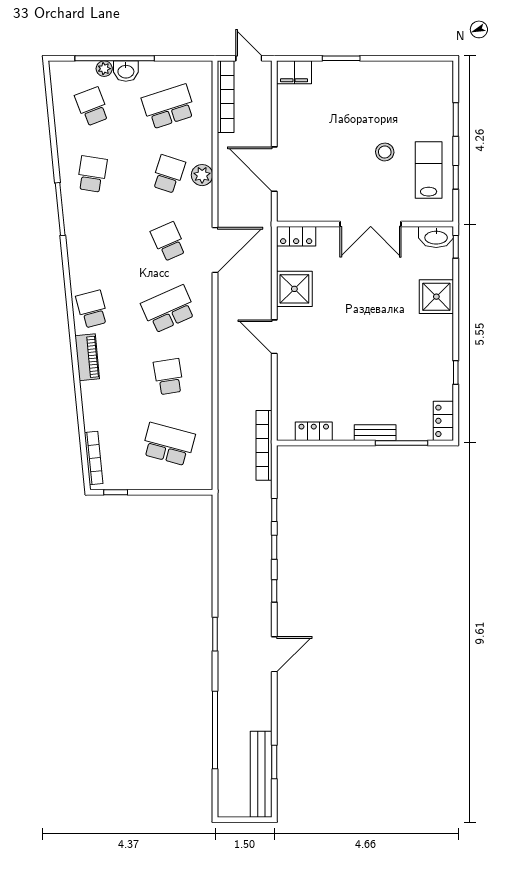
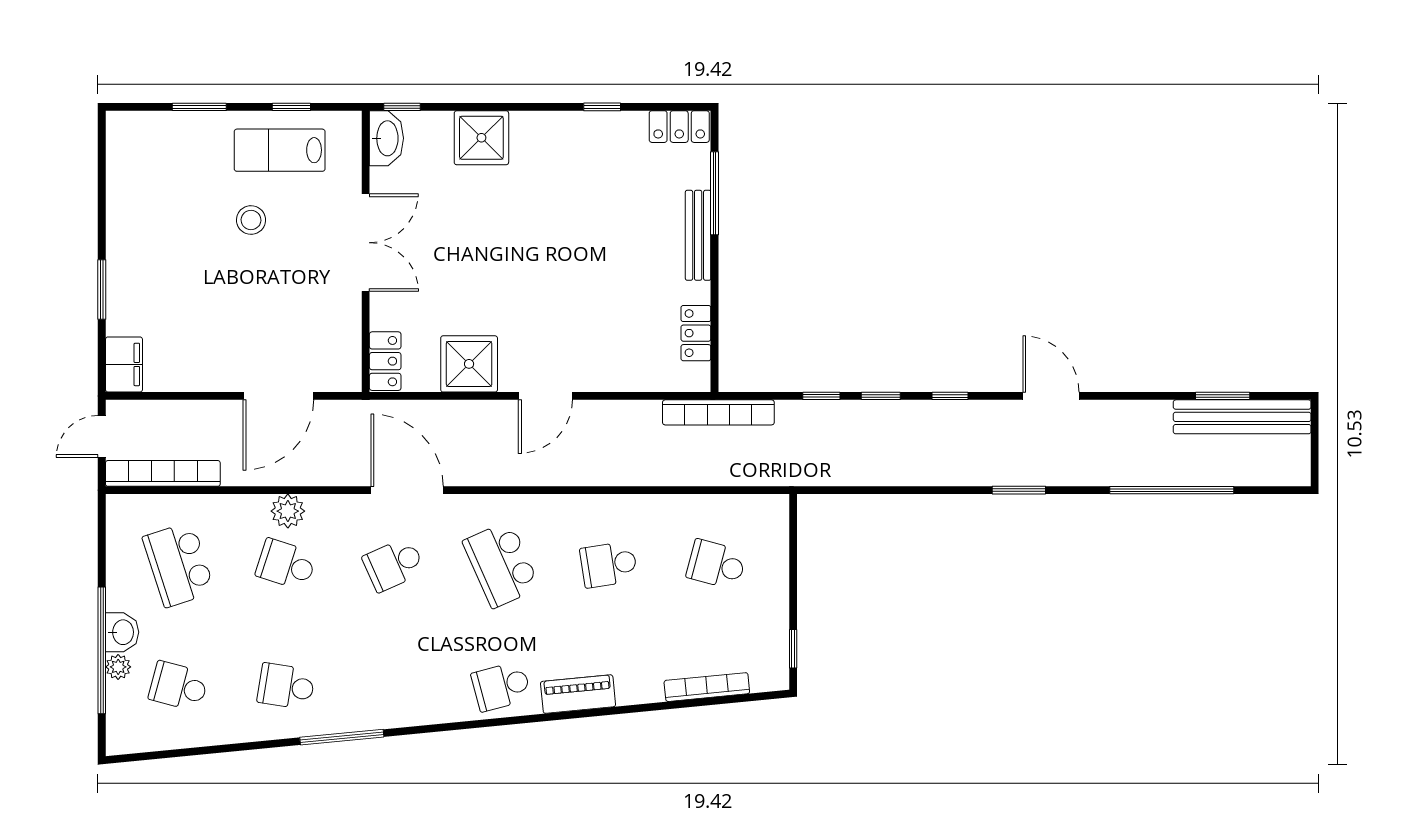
school desk: (92, 107) -> (179, 686), turned 36
bench: (375, 433) -> (698, 235), width x1.36
school desk: (168, 444) -> (716, 564), width x0.54
bookcase: (93, 458) -> (707, 687), moved

